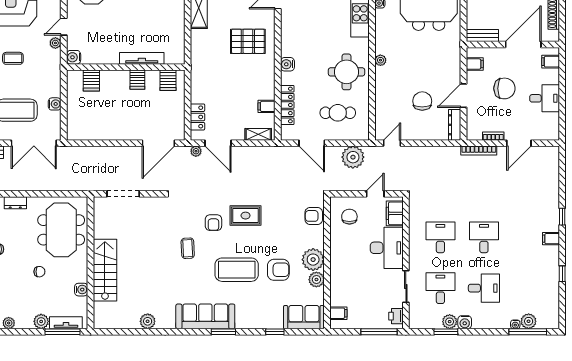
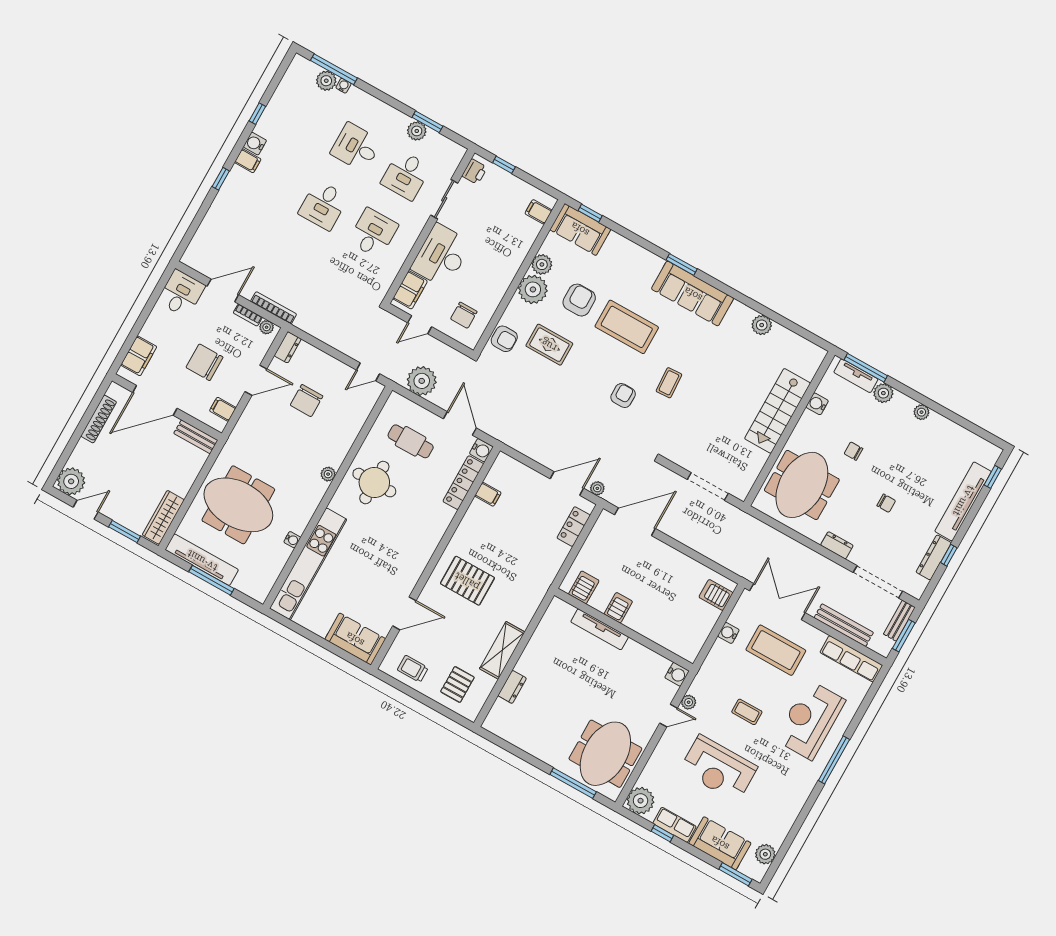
filing cabinet: (551, 62) -> (139, 356), width x2.00
water cooler: (287, 64) -> (481, 450), moved
server rack: (91, 81) -> (716, 595), moved, turned -90
desk: (545, 98) -> (181, 293), moved, turned 90
dresser: (455, 125) -> (288, 347), width x0.70
shelving: (258, 134) -> (515, 468), removed
plant: (476, 135) -> (267, 327), added
door: (218, 143) -> (567, 484), hinge flipped
rug: (246, 216) -> (549, 345), moved
desk: (440, 237) -> (373, 233), turned 180
armchair: (278, 270) -> (579, 300), turned 90
water cooler: (465, 322) -> (255, 144), moved, turned -90
window: (275, 332) -> (590, 213), moved
window: (379, 332) -> (504, 165), width x0.46

